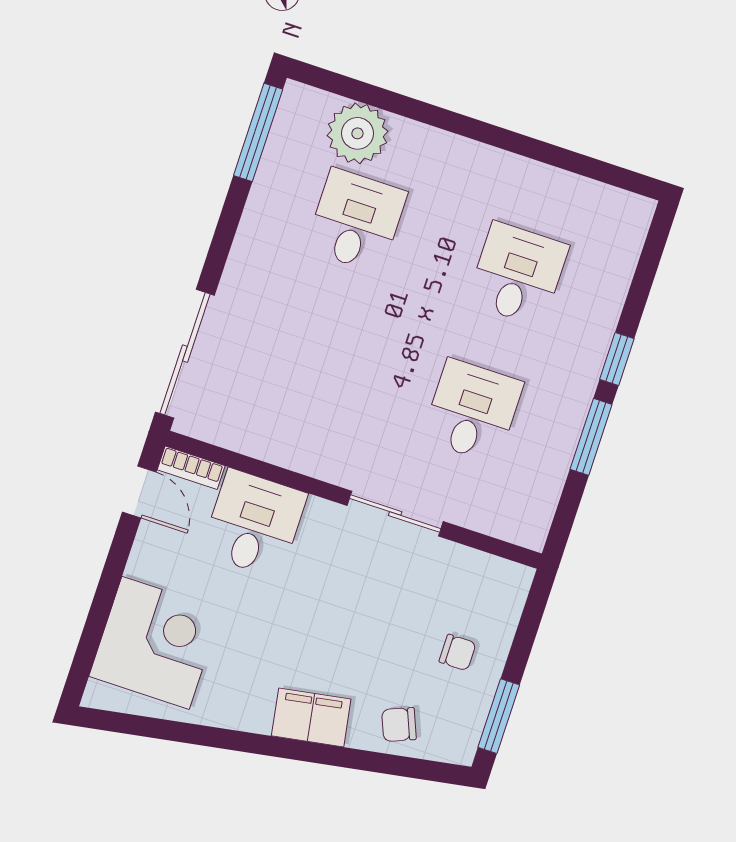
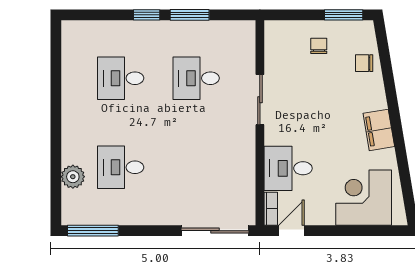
plant: (357, 133) -> (73, 177), width x0.73, depth x0.73
filing cabinet: (311, 717) -> (379, 130), moved
chair: (399, 725) -> (364, 63), turned 112

